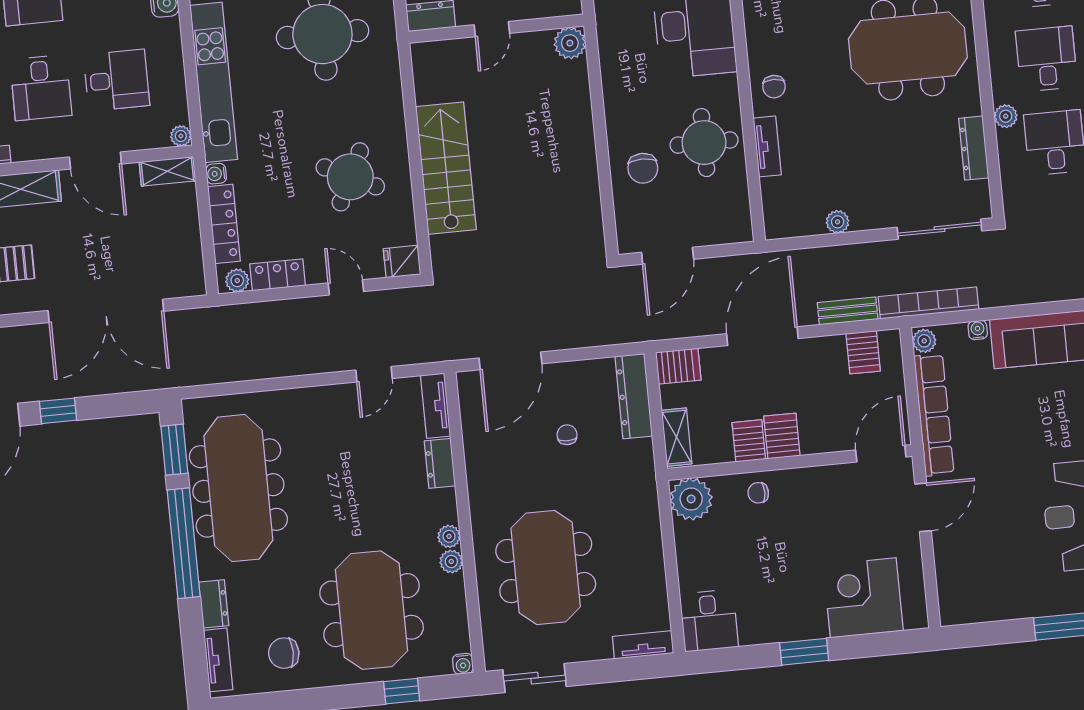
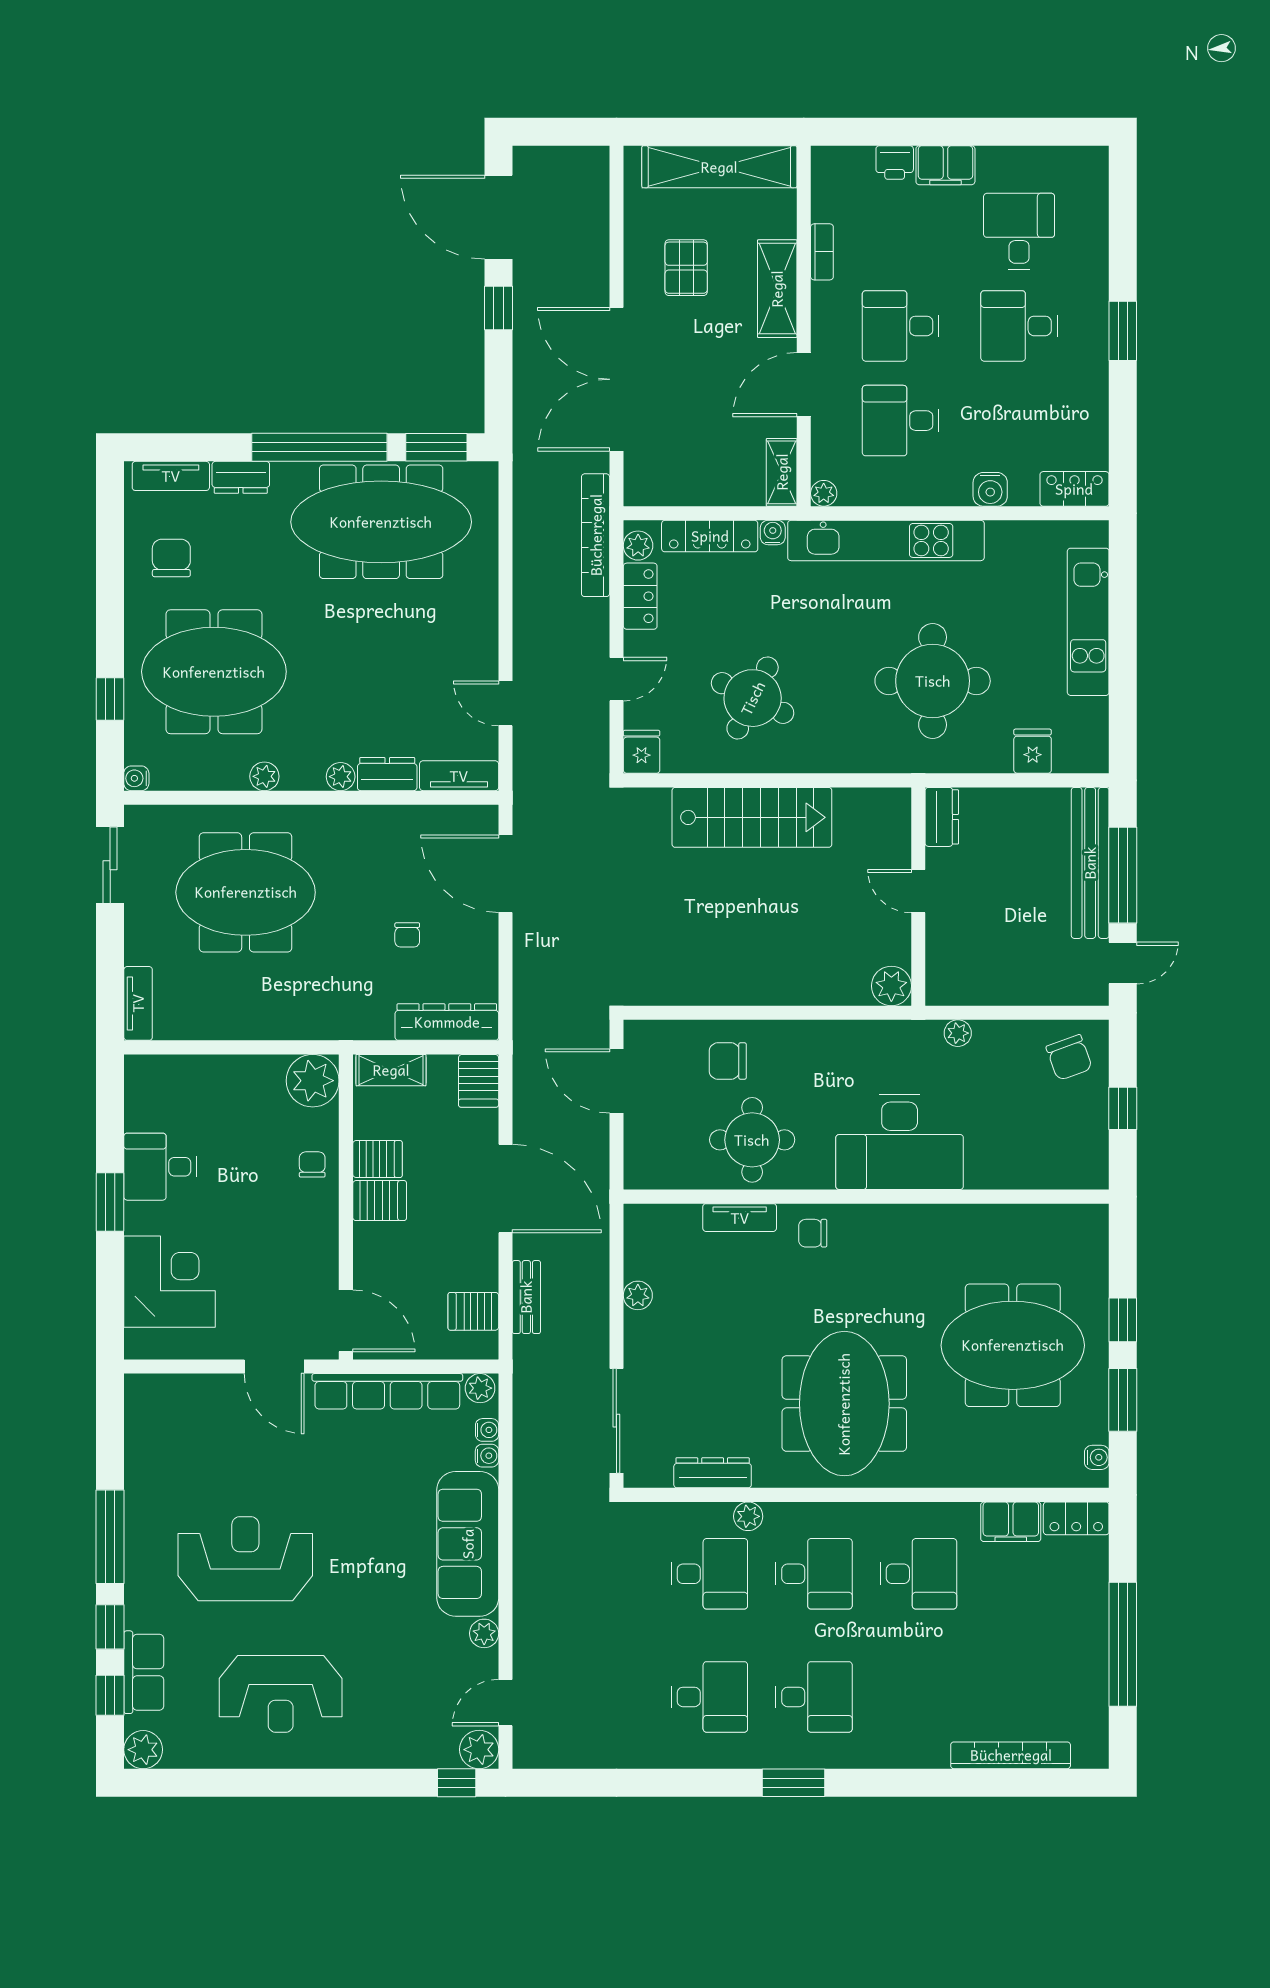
desk: (117, 80) -> (901, 421), turned 90
bookcase: (928, 303) -> (596, 535), moved, turned 180
water cooler: (957, 332) -> (487, 1430), added
chair: (567, 435) -> (407, 935), turned 90
plant: (449, 536) -> (341, 777), moved
desk: (709, 620) -> (160, 1167), moved

